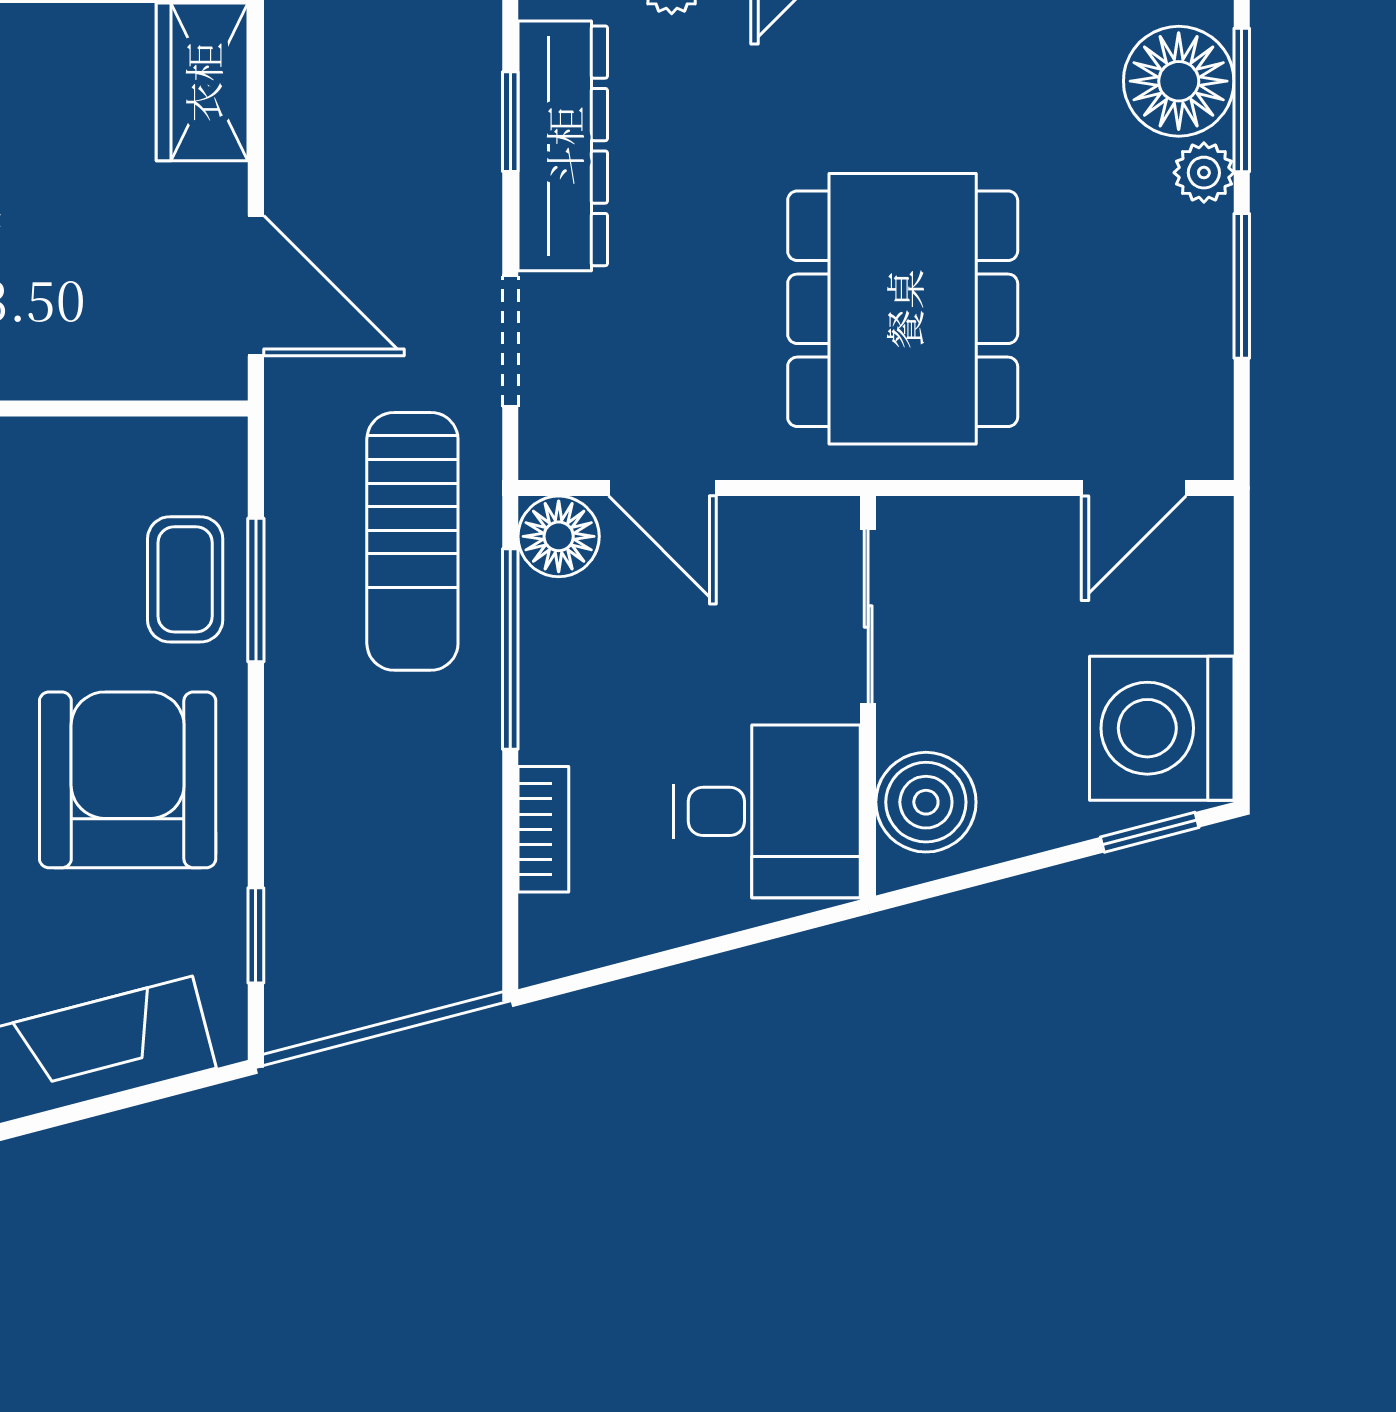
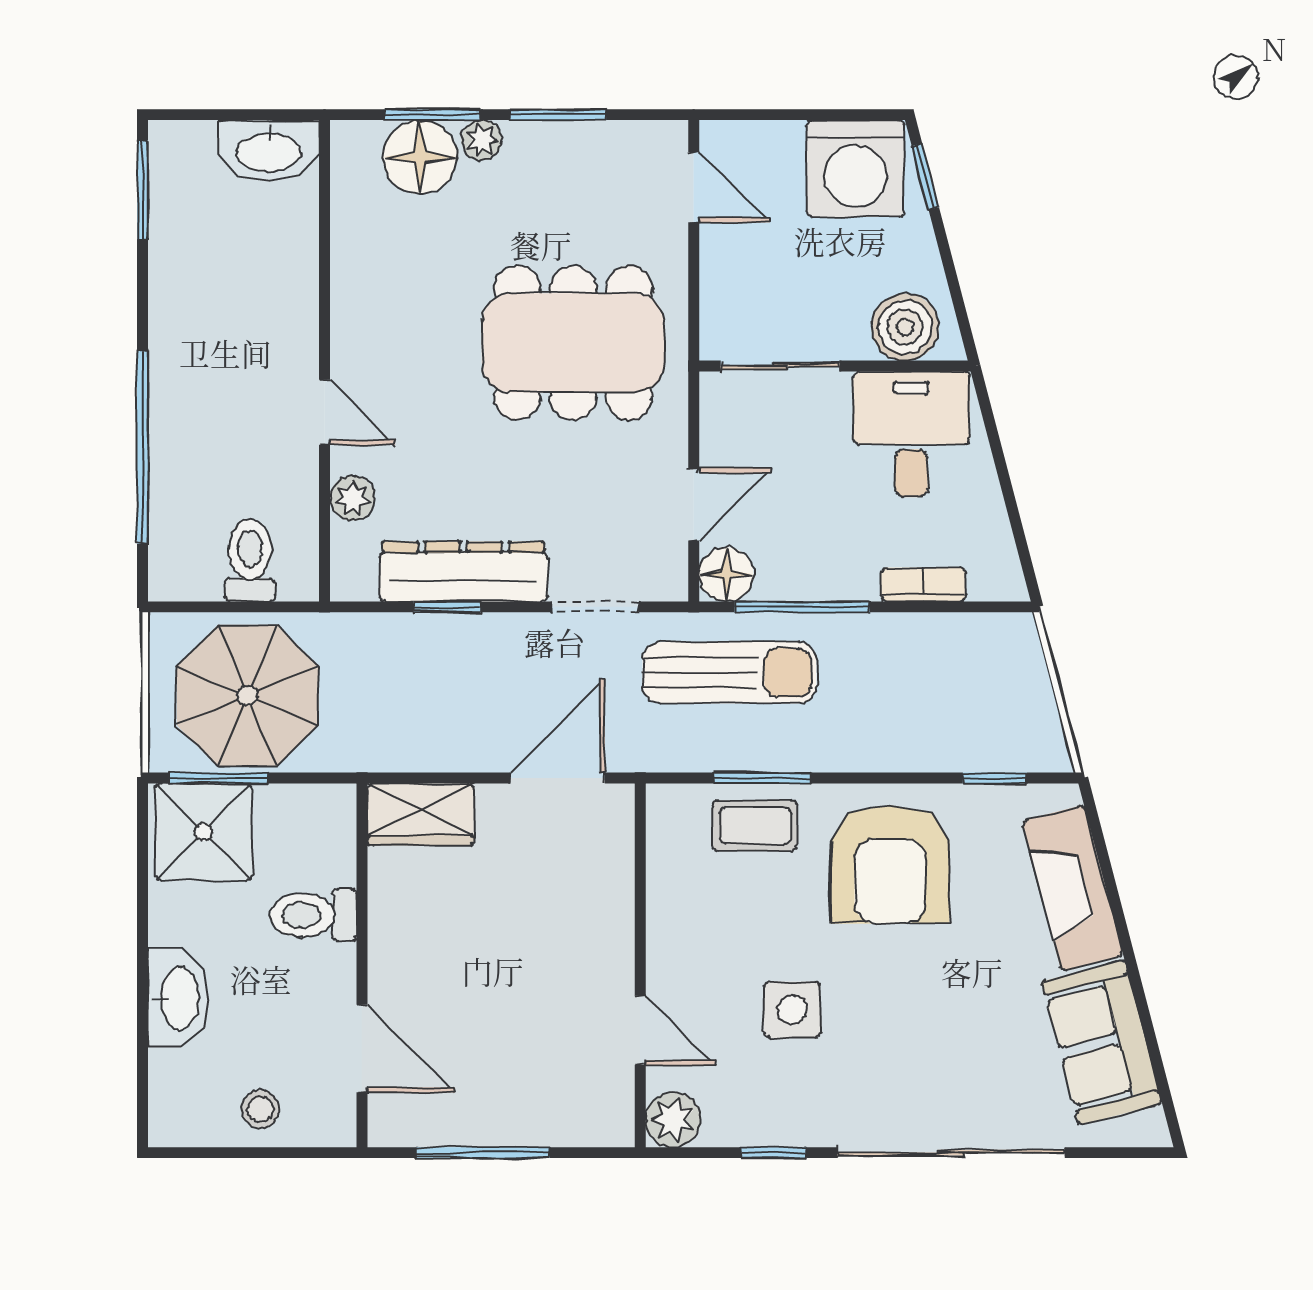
armchair: (128, 780) -> (890, 864), turned -90

